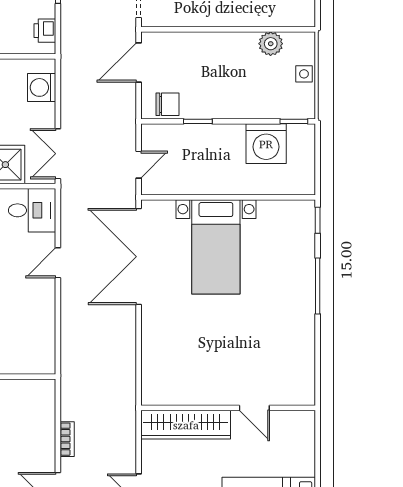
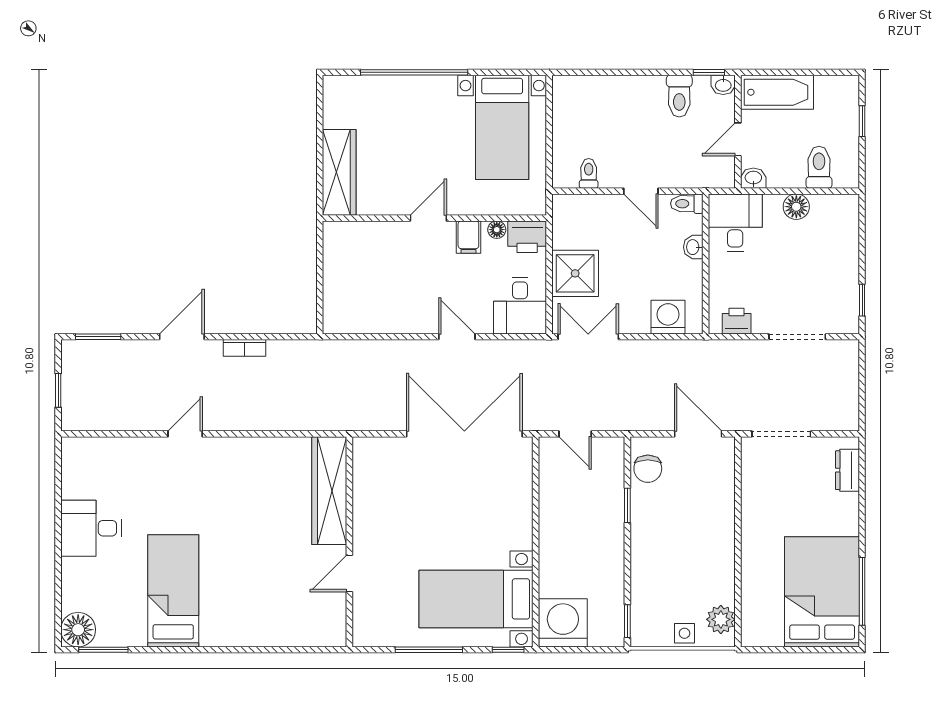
plant: (271, 44) -> (721, 619), moved
washing machine: (266, 144) -> (563, 623), moved, turned 90
bed with nightstands: (216, 247) -> (476, 599), moved
wall: (228, 408) -> (349, 542), moved
door: (254, 408) -> (349, 573), moved
wardrobe: (186, 425) -> (329, 491), moved

